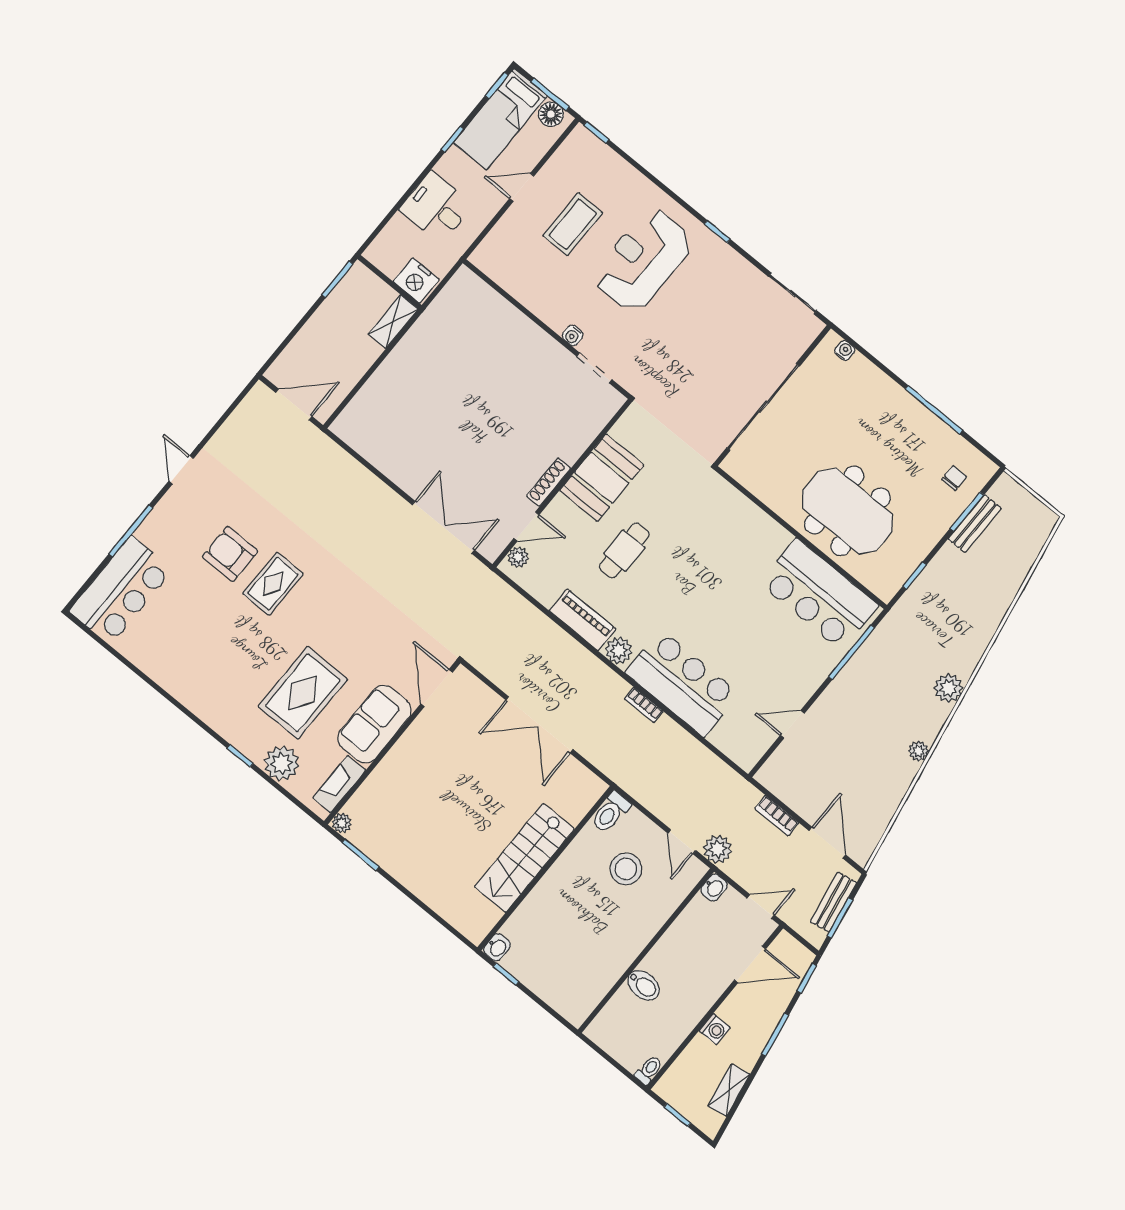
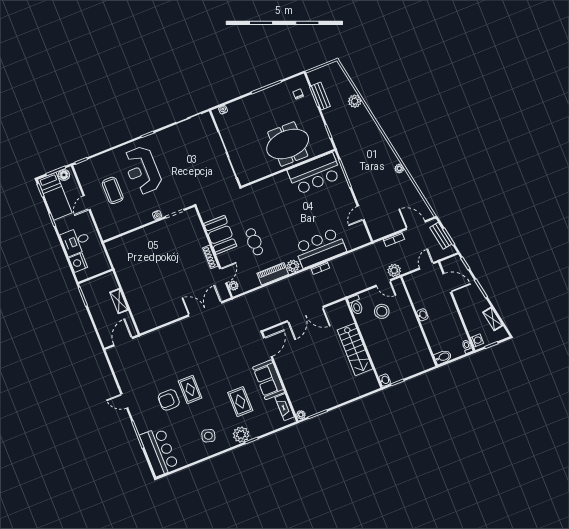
nightstand: (416, 280) -> (78, 263), moved, turned 90
shelving: (393, 322) -> (119, 301), moved
side table: (203, 668) -> (208, 436), added
door: (437, 688) -> (268, 347), swing flipped
plant: (948, 688) -> (355, 101), moved
rug: (303, 693) -> (240, 402), width x0.73, depth x0.70
plant: (282, 763) -> (241, 435), moved
washbasin: (714, 888) -> (422, 315), moved
door: (750, 965) -> (447, 283), hinge flipped
bidet: (644, 985) -> (443, 357), moved
washing machine: (715, 1029) -> (477, 340), moved

